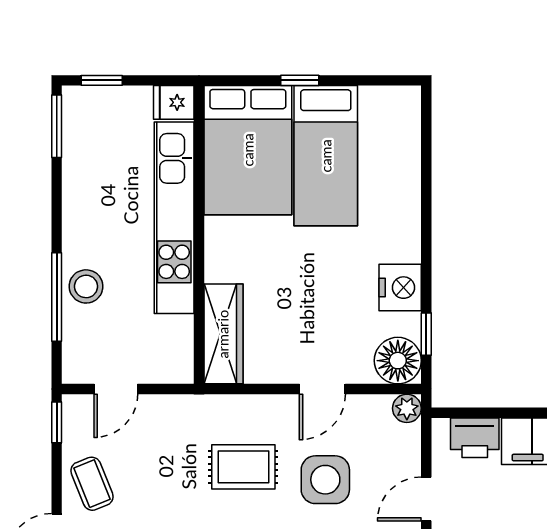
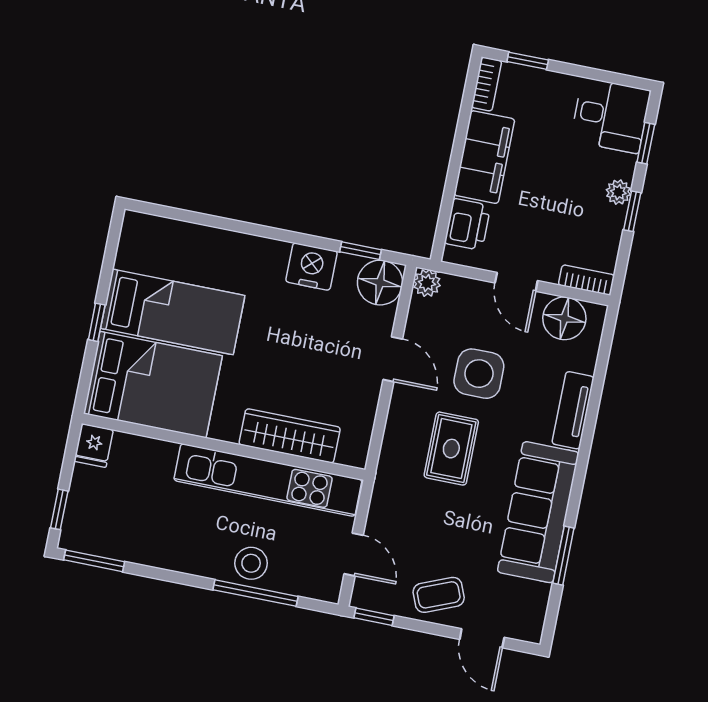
kitchen unit: (174, 218) -> (268, 480), moved
wardrobe: (223, 334) -> (290, 436), moved

